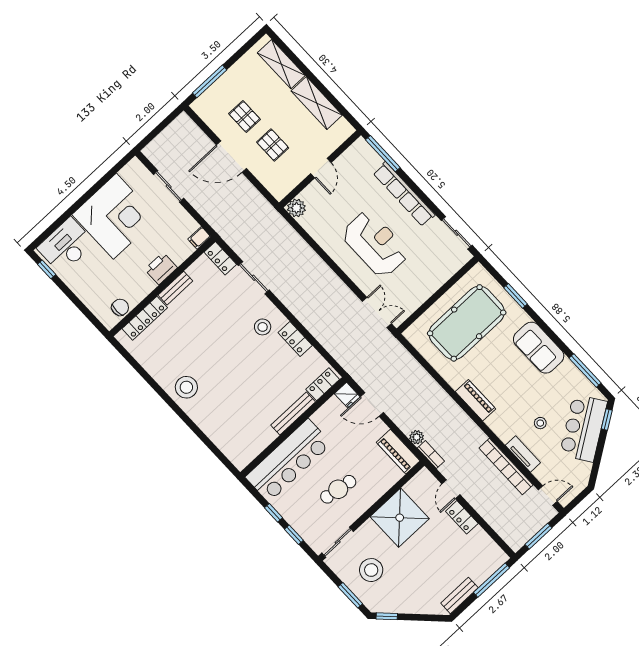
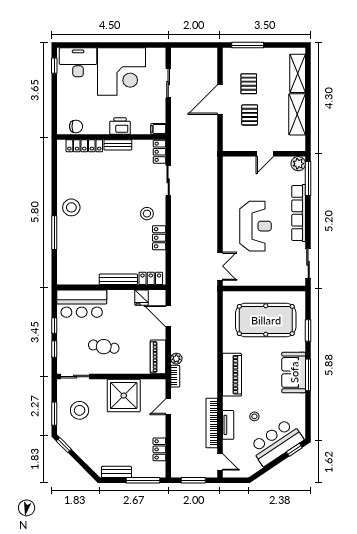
door: (231, 157) -> (220, 100), hinge flipped
plant: (296, 208) -> (298, 164), moved
window: (585, 371) -> (308, 375), moved
fridge: (347, 395) -> (142, 298), moved
piano: (476, 400) -> (232, 375), width x1.37, depth x1.33
window: (192, 426) -> (54, 233), added
bar counter: (289, 460) -> (82, 304), width x0.73
locker: (462, 517) -> (159, 449), moved

